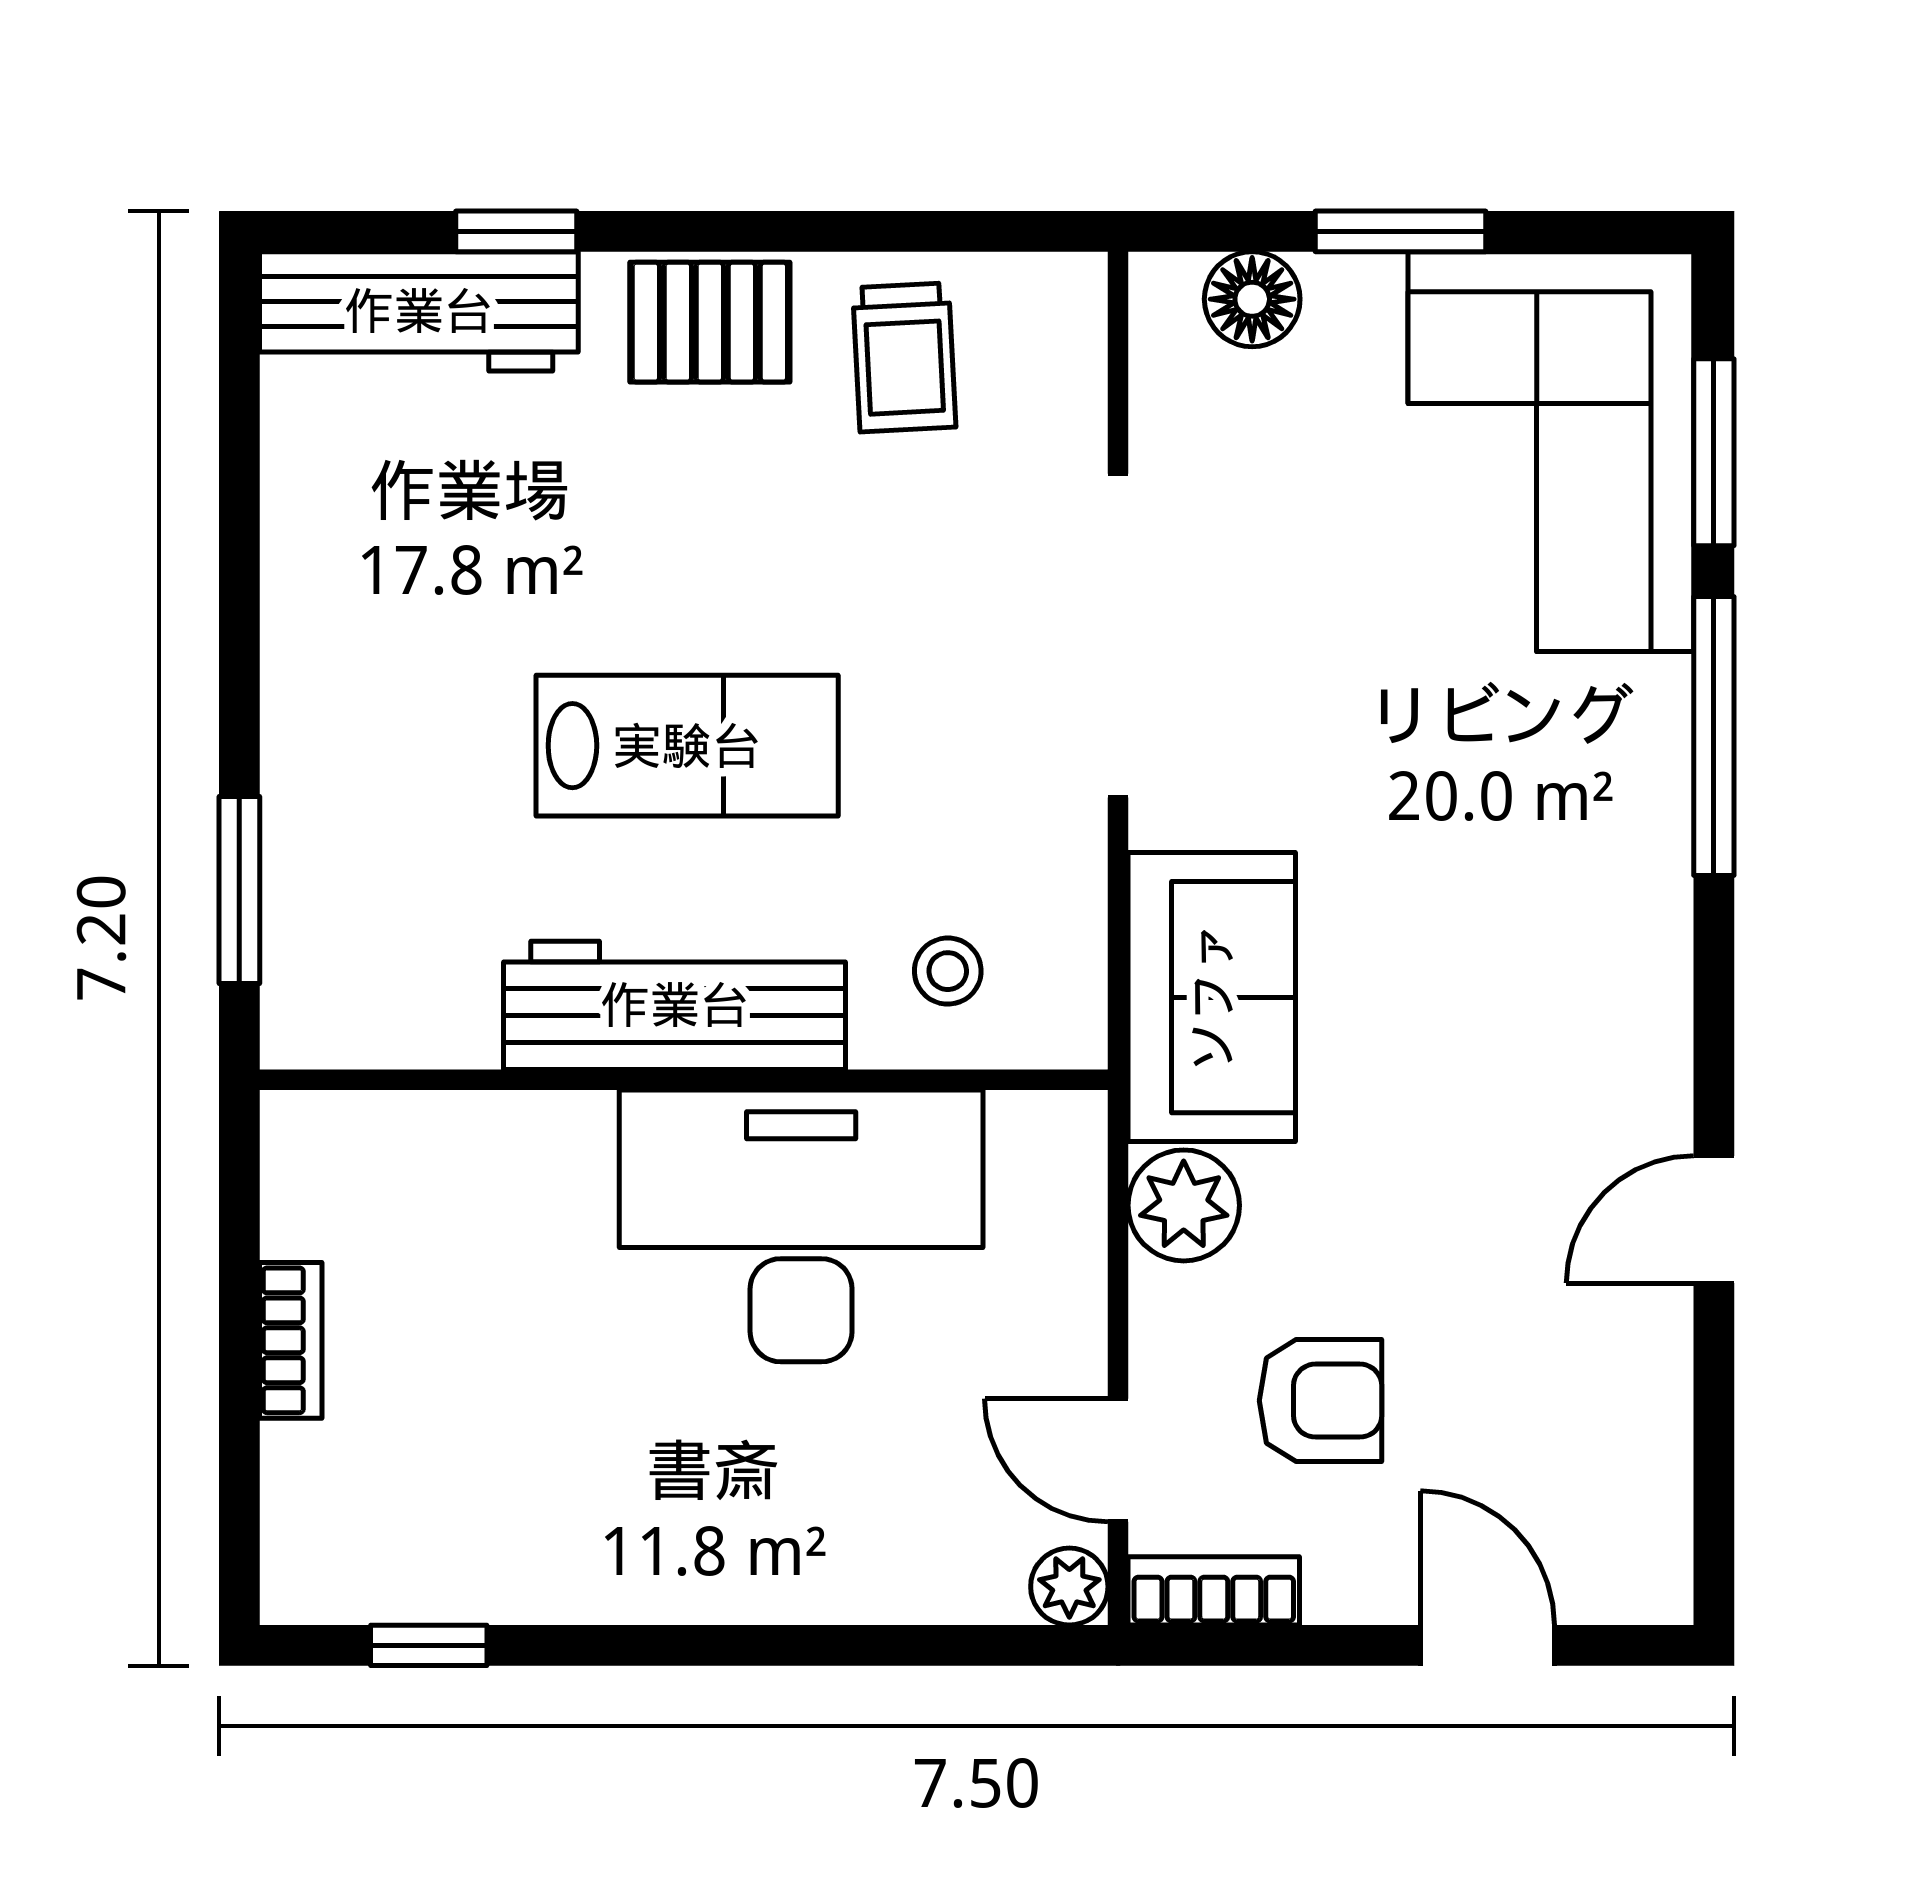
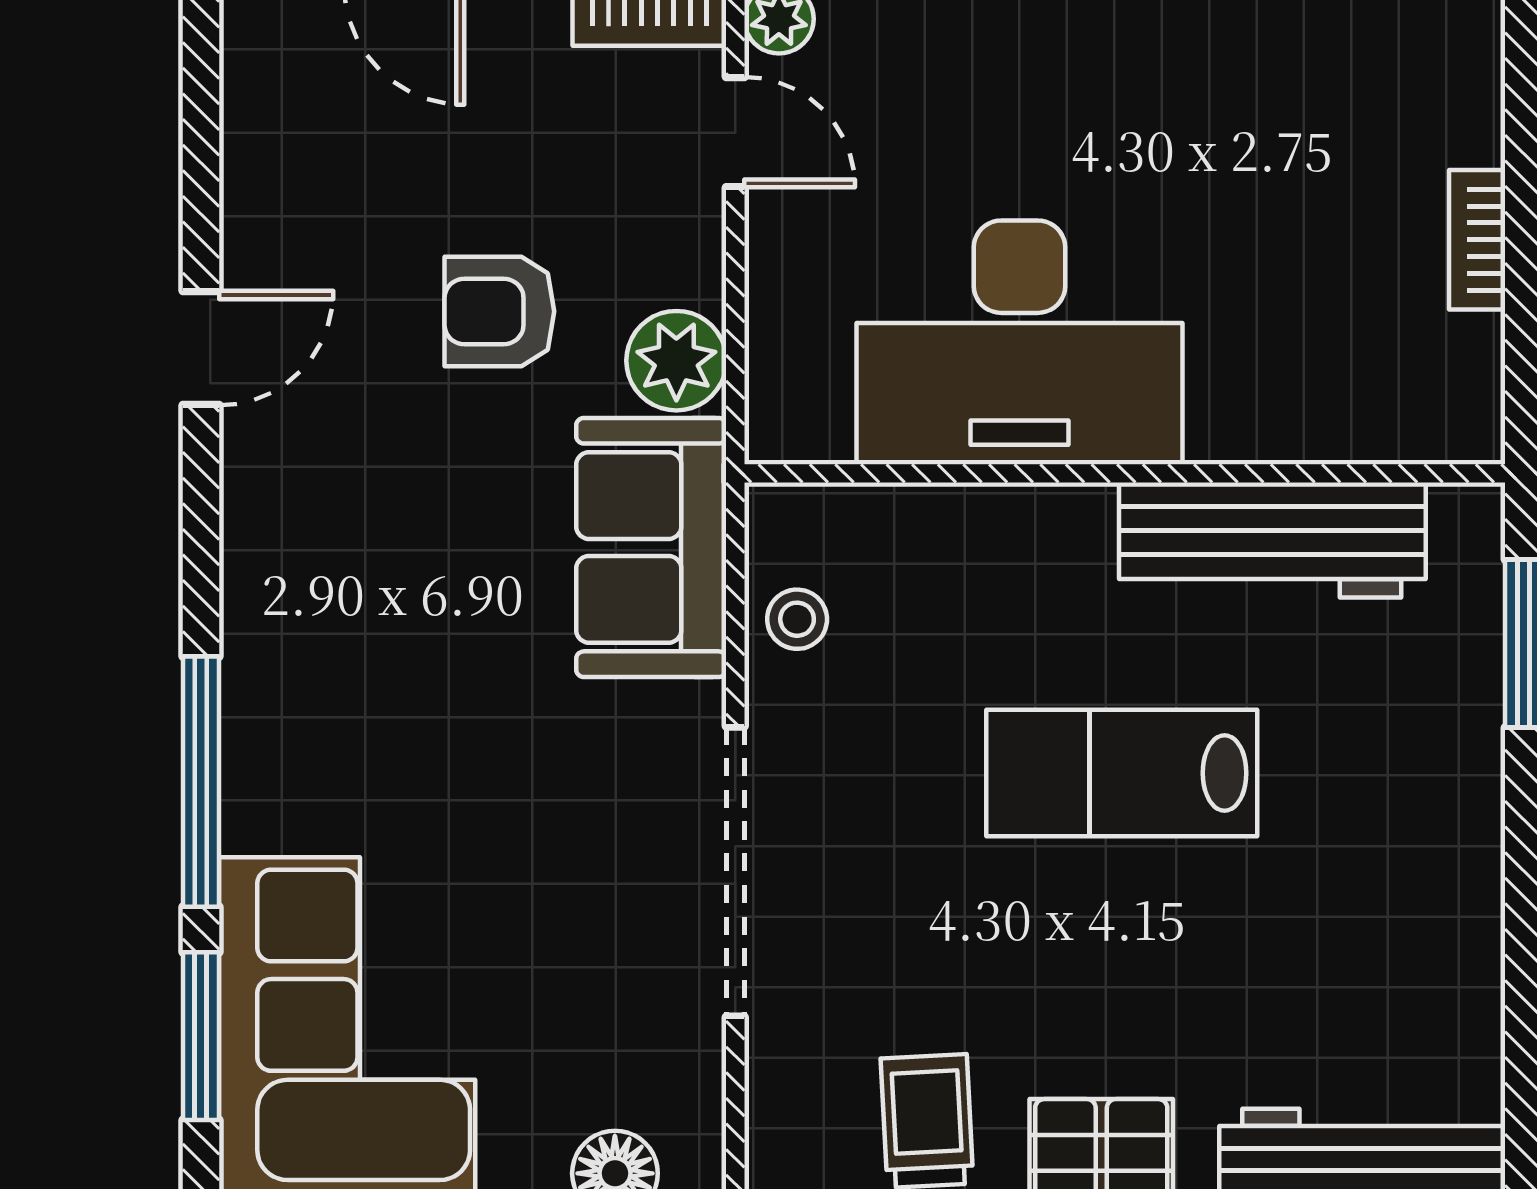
stool: (948, 971) -> (797, 619), moved
workbench: (675, 1005) -> (1272, 540), moved
armchair: (1320, 1401) -> (499, 311), moved

